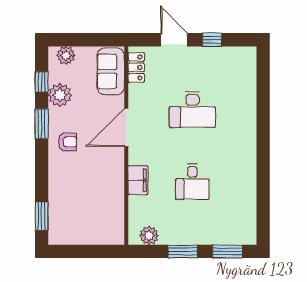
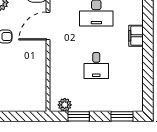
filing cabinet: (138, 180) -> (136, 36), moved, turned 180
window: (183, 251) -> (79, 116), moved

